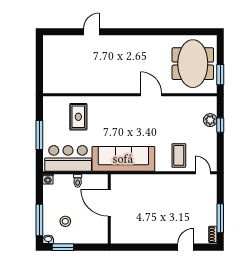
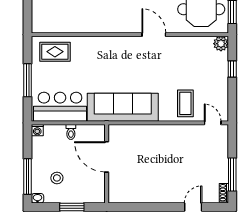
rug: (78, 117) -> (55, 52), moved, turned 90
plant: (210, 120) -> (221, 44), moved
window: (63, 247) -> (72, 207), moved

